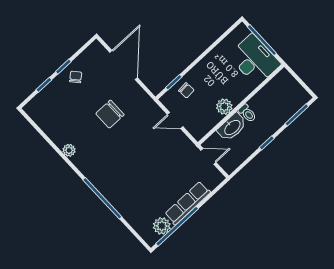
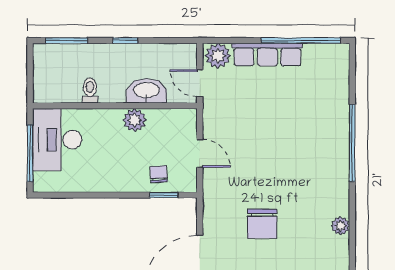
toilet: (247, 113) -> (90, 91), moved
chair: (110, 114) -> (262, 224), turned 90
plant: (162, 226) -> (218, 56), moved

